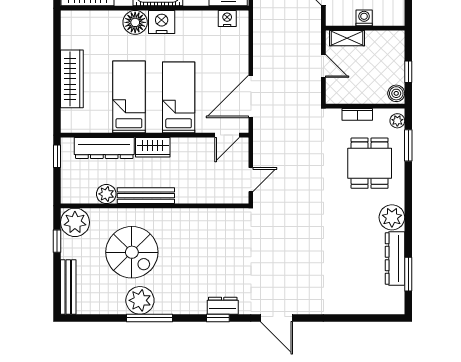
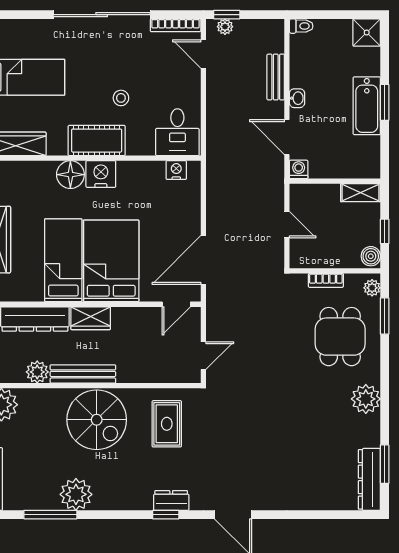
washing machine: (364, 18) -> (299, 169), moved
shelving: (347, 38) -> (360, 193), moved
bed: (179, 97) -> (111, 261), width x1.50
rug: (219, 239) -> (167, 424), added
spiral stairs: (132, 252) -> (97, 420), moved
dresser: (395, 258) -> (369, 479), moved
window: (149, 318) -> (50, 515), moved

